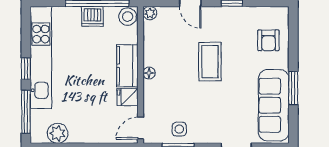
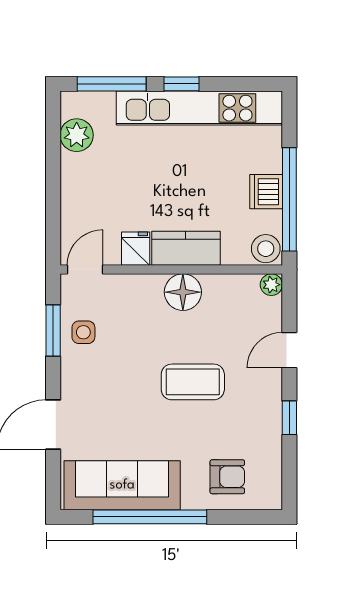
armchair: (268, 40) -> (227, 477), turned 180
floor lamp: (149, 73) -> (183, 292), width x1.89, depth x1.89
window: (293, 88) -> (150, 517), width x2.11
door: (140, 128) -> (85, 269), hinge flipped

